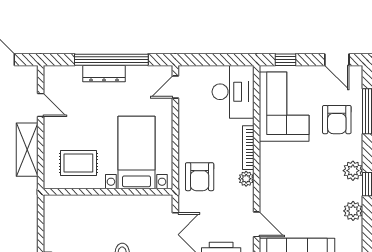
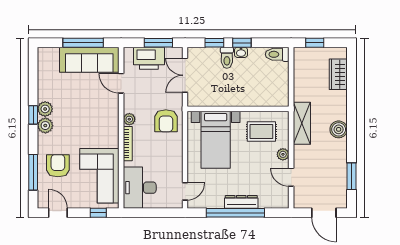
plant: (51, 134) -> (283, 154), added
shelving: (27, 150) -> (302, 123), moved
armchair: (200, 177) -> (166, 121), turned 180
plant: (353, 211) -> (45, 109), moved

